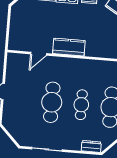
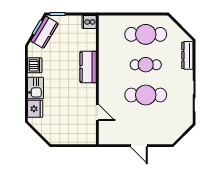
kitchen counter: (69, 47) -> (88, 67), moved
dresser: (91, 146) -> (187, 55), width x1.44

